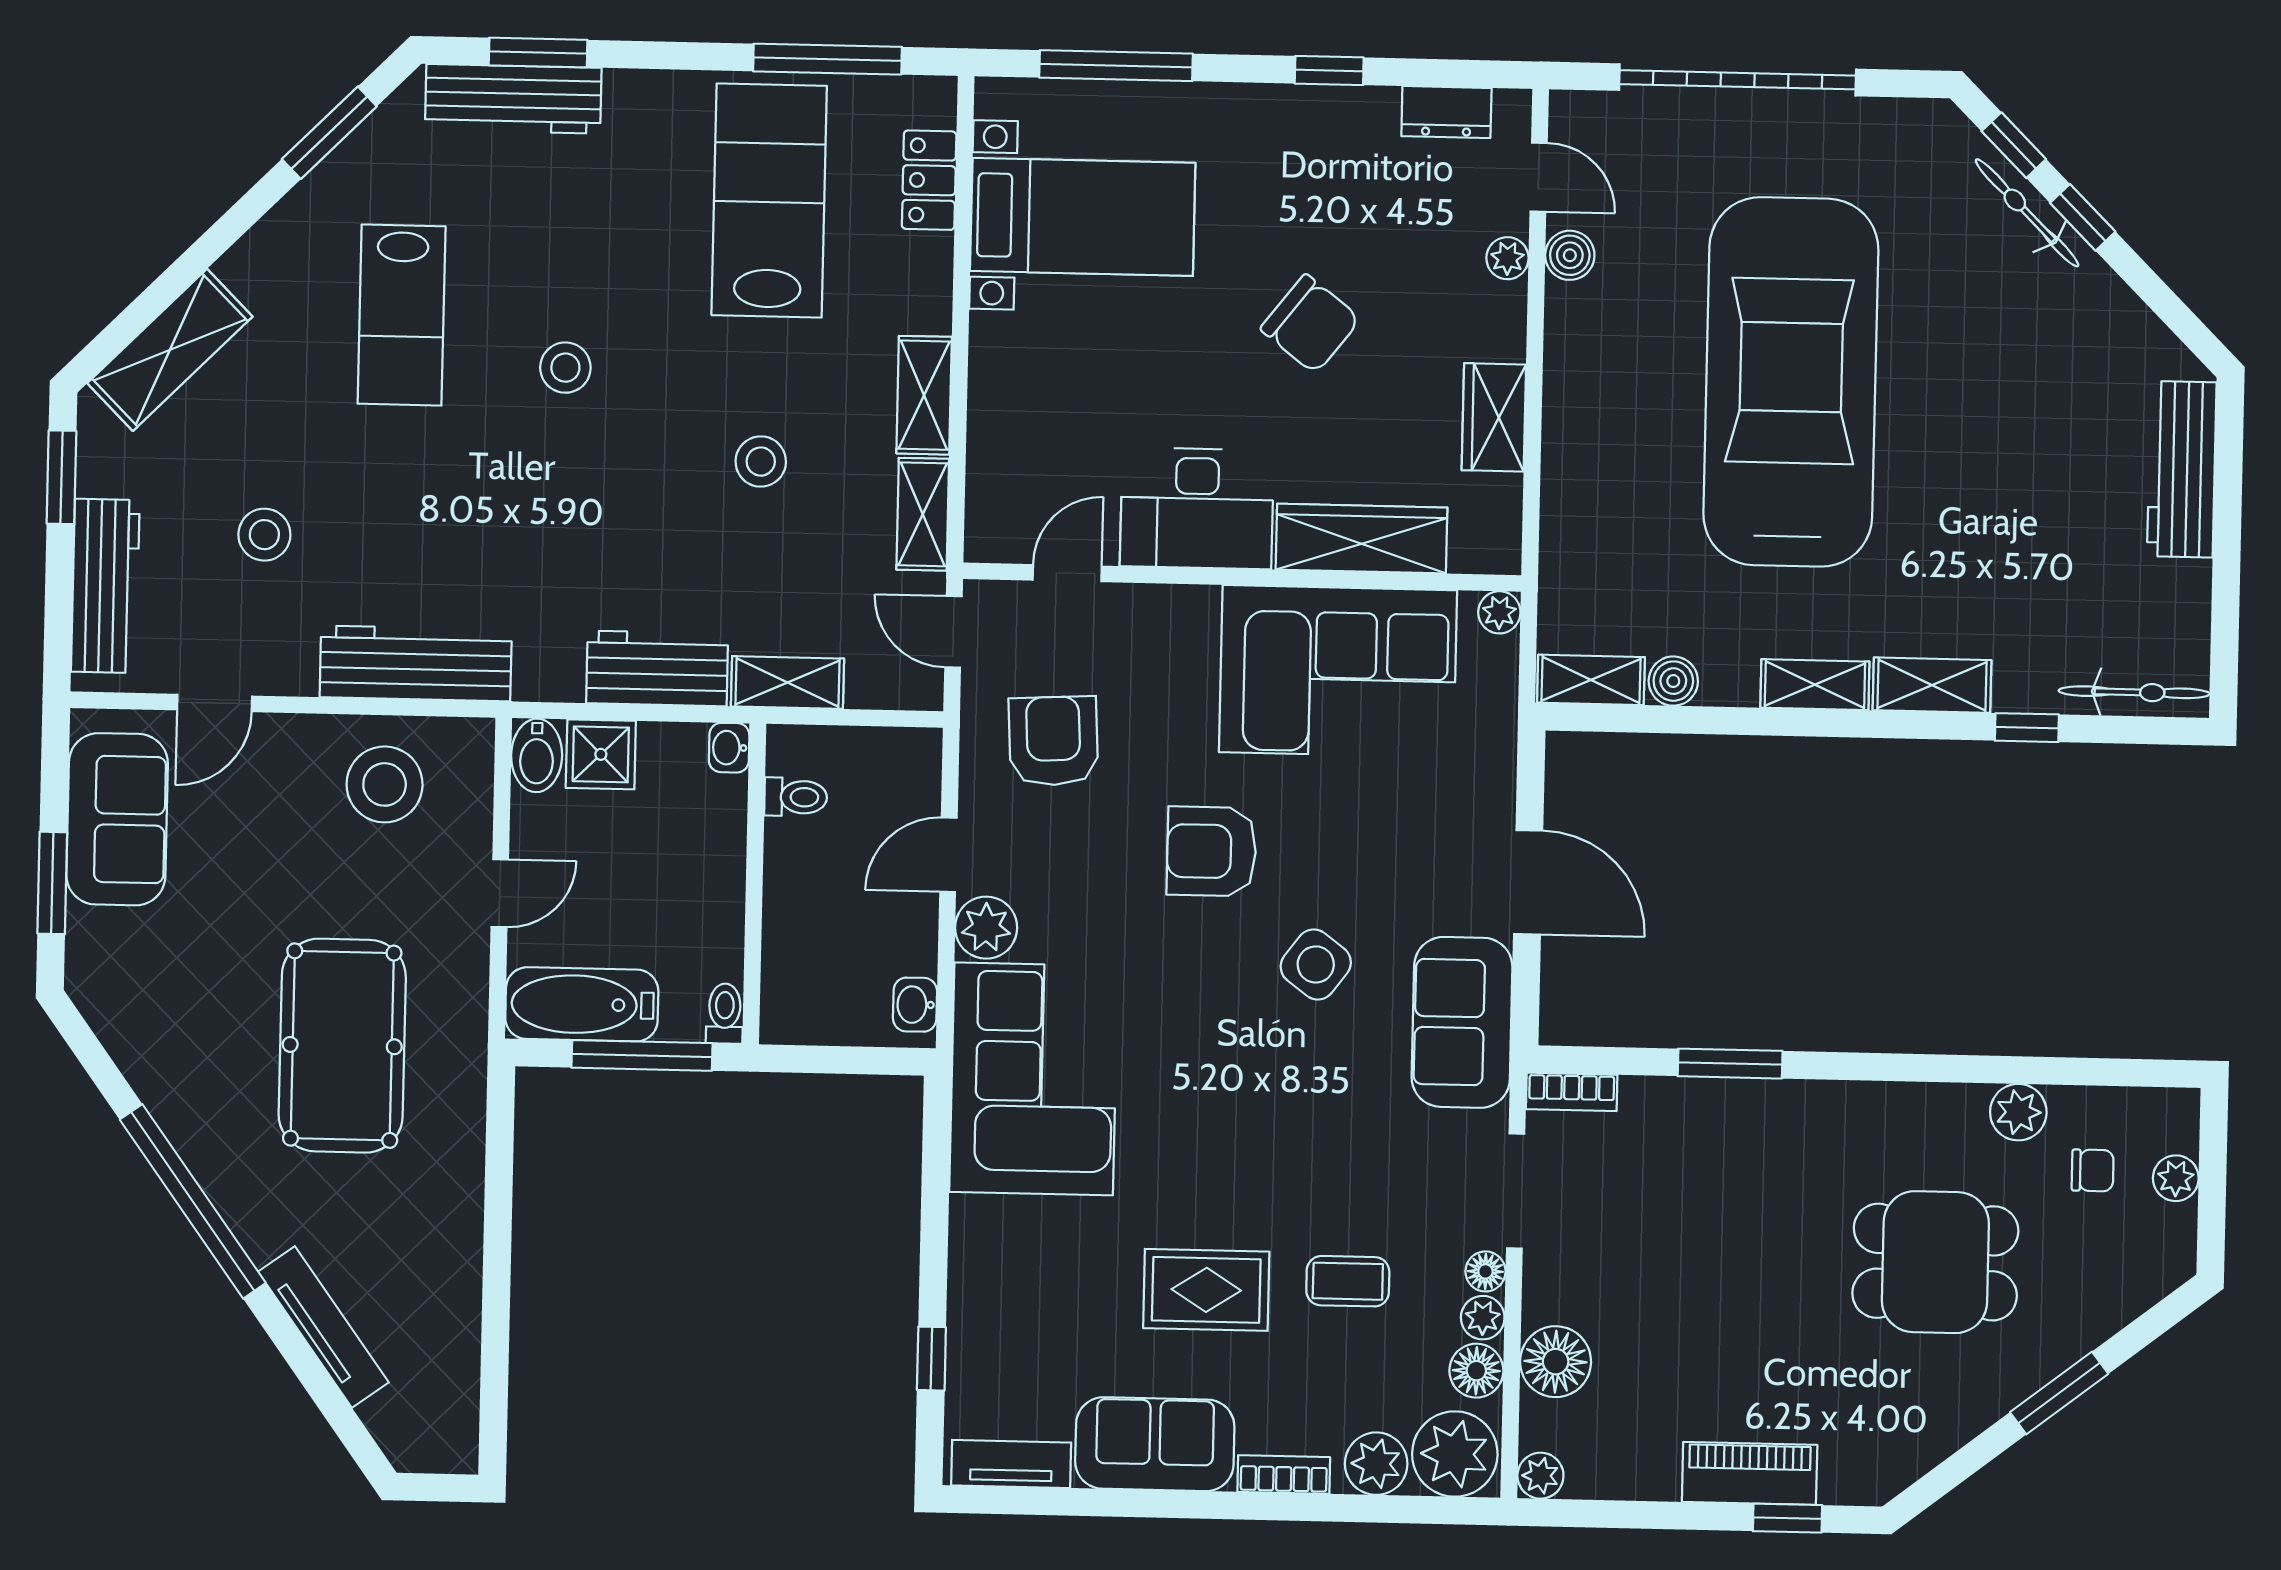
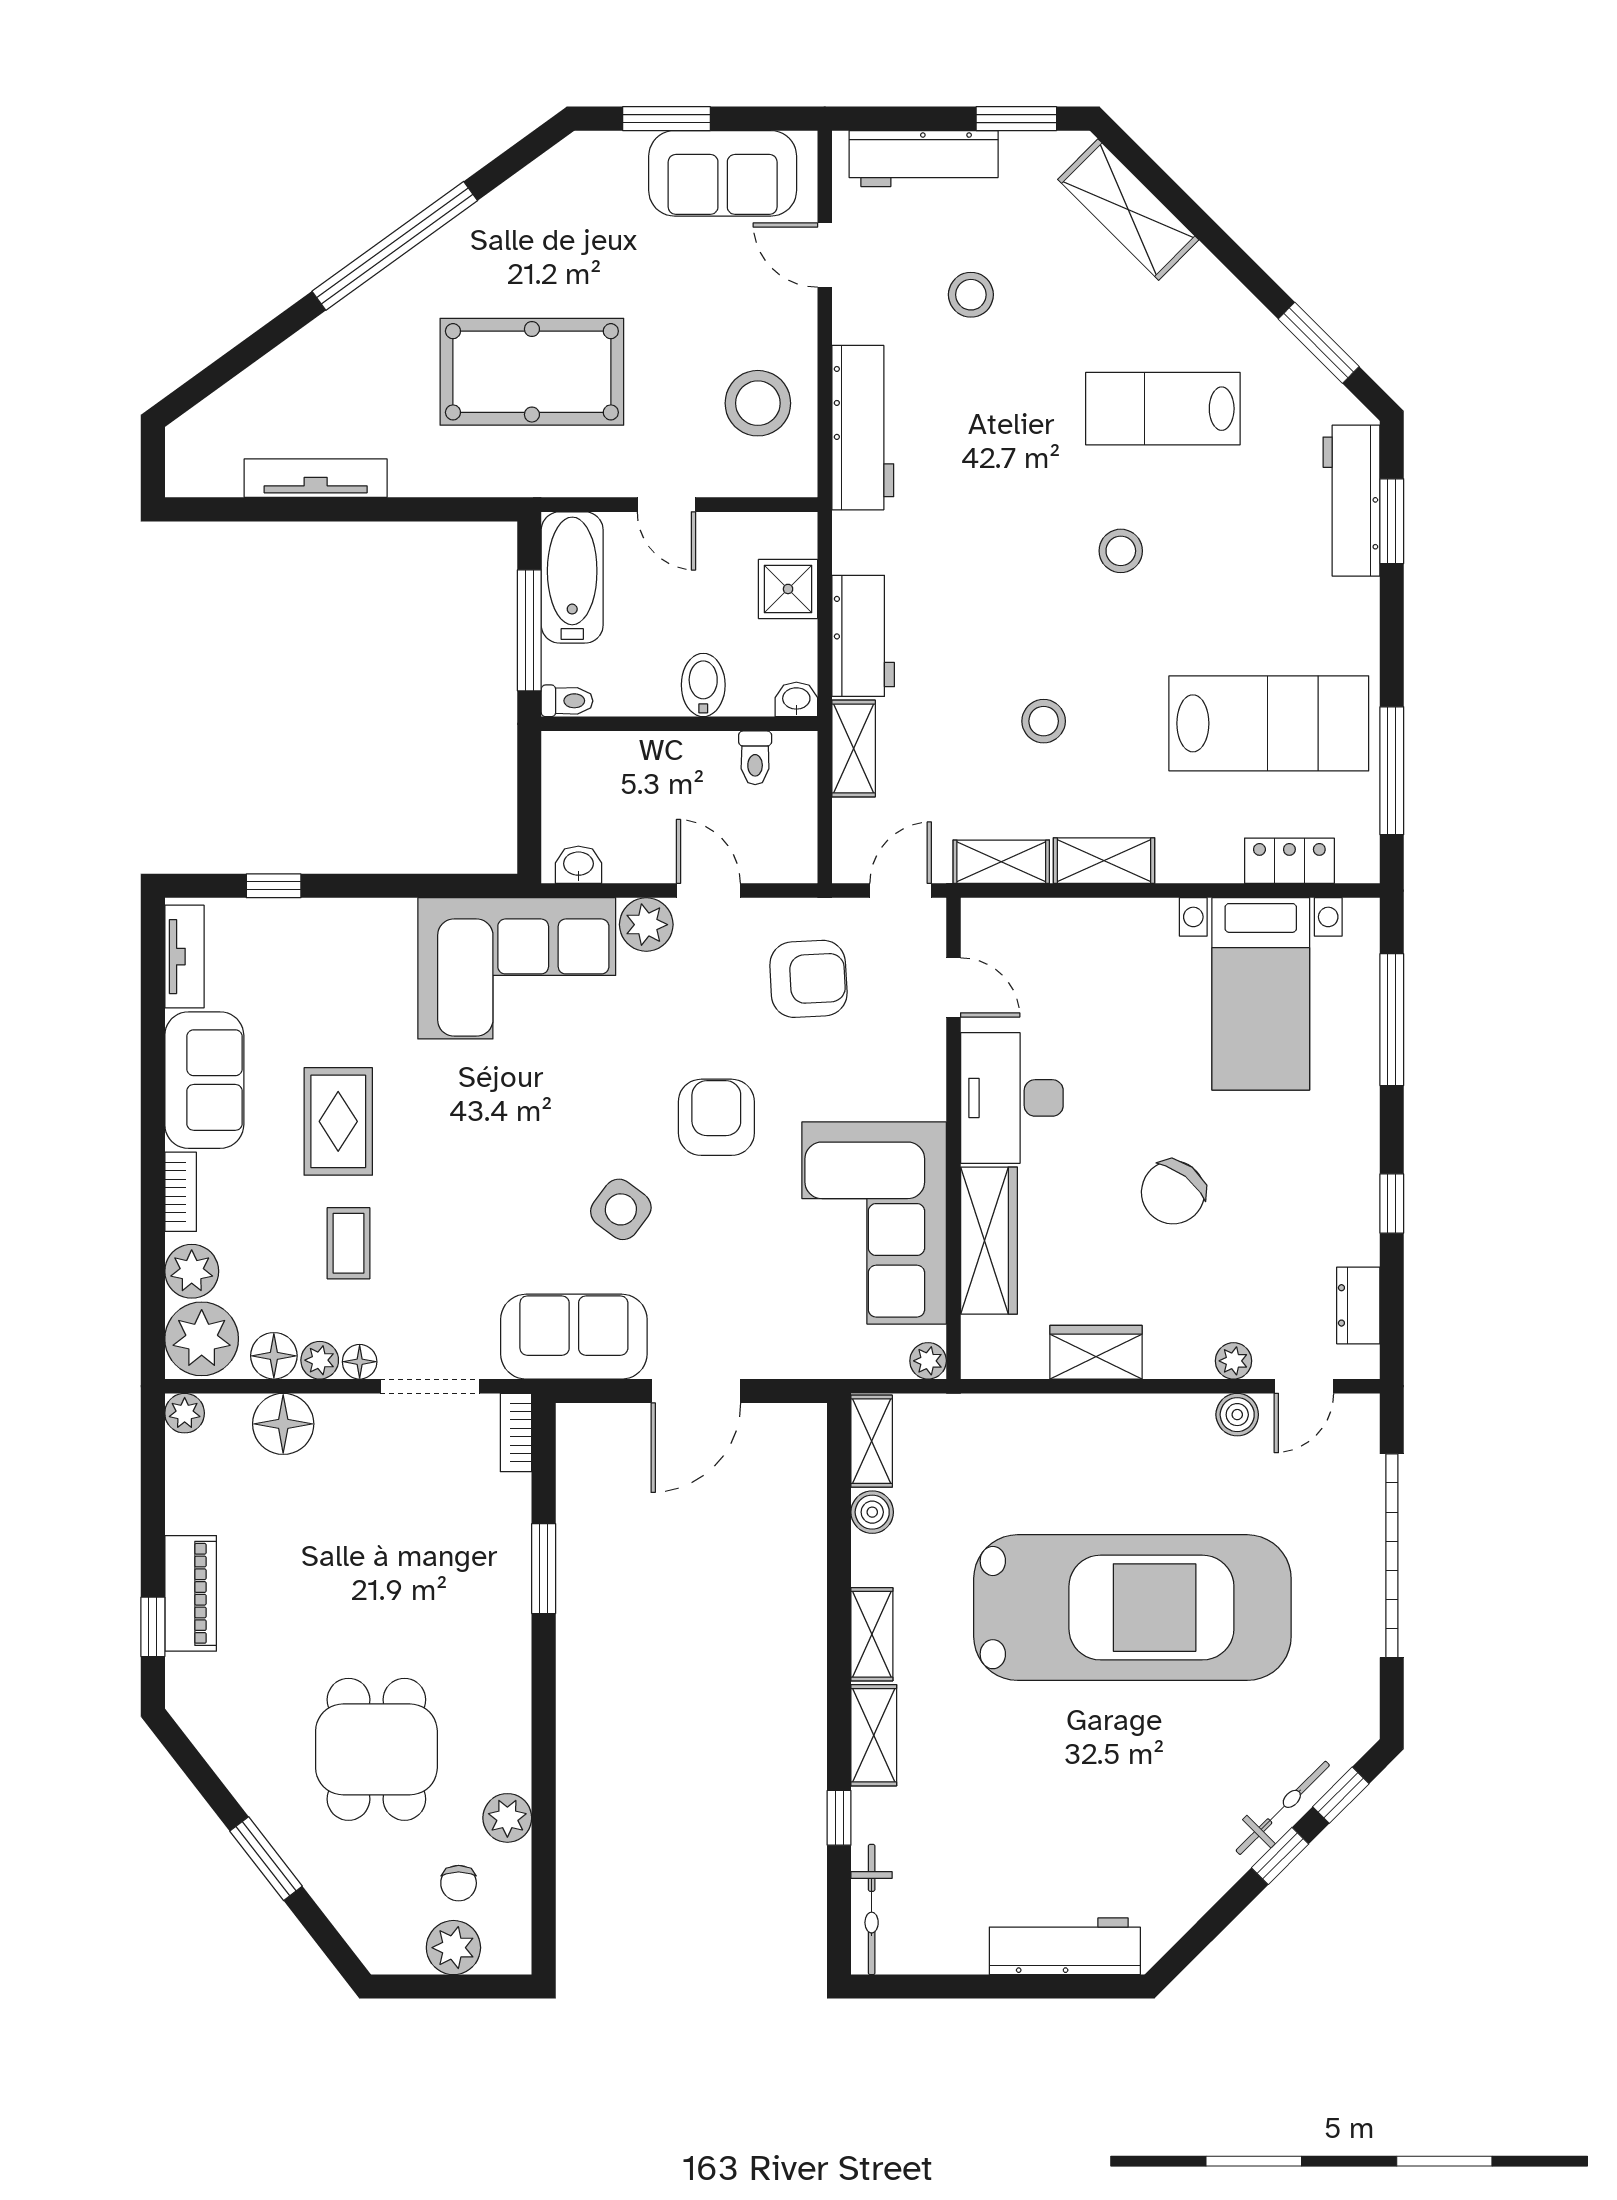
bidet: (537, 755) -> (703, 685), moved, turned 90
plant: (2176, 1178) -> (453, 1948), width x1.38, depth x1.38
tv unit: (323, 1327) -> (316, 478), moved, turned -144

